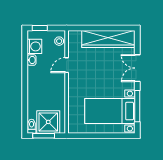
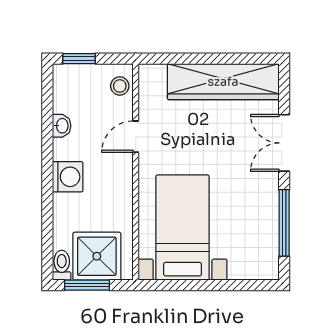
washing machine: (34, 46) -> (68, 177), moved
bed with nightstands: (110, 111) -> (183, 228), moved, turned 90

